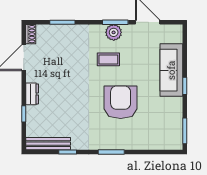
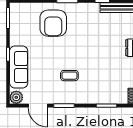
plant: (114, 32) -> (16, 97), moved
armchair: (121, 102) -> (53, 23), moved

